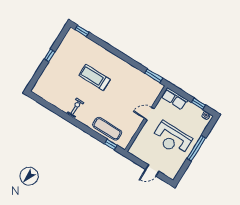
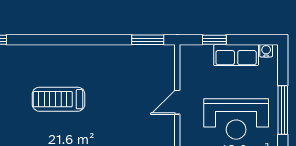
row of seats: (174, 99) -> (236, 55), moved
window: (198, 104) -> (214, 40), moved

